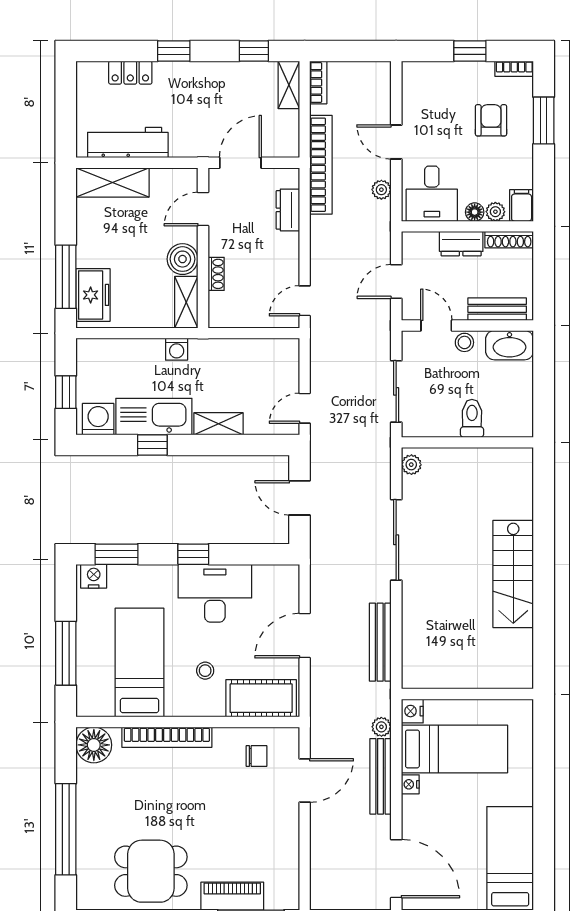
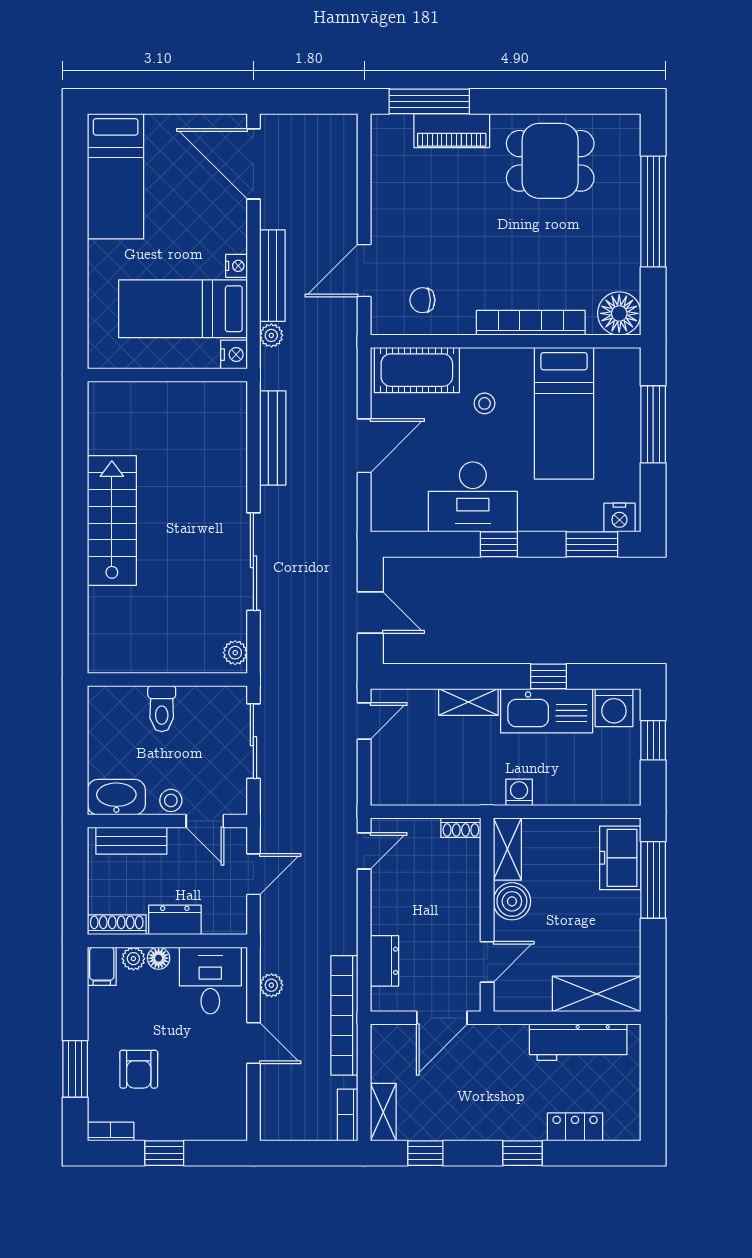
shoe rack: (216, 274) -> (461, 828), moved, turned -90

